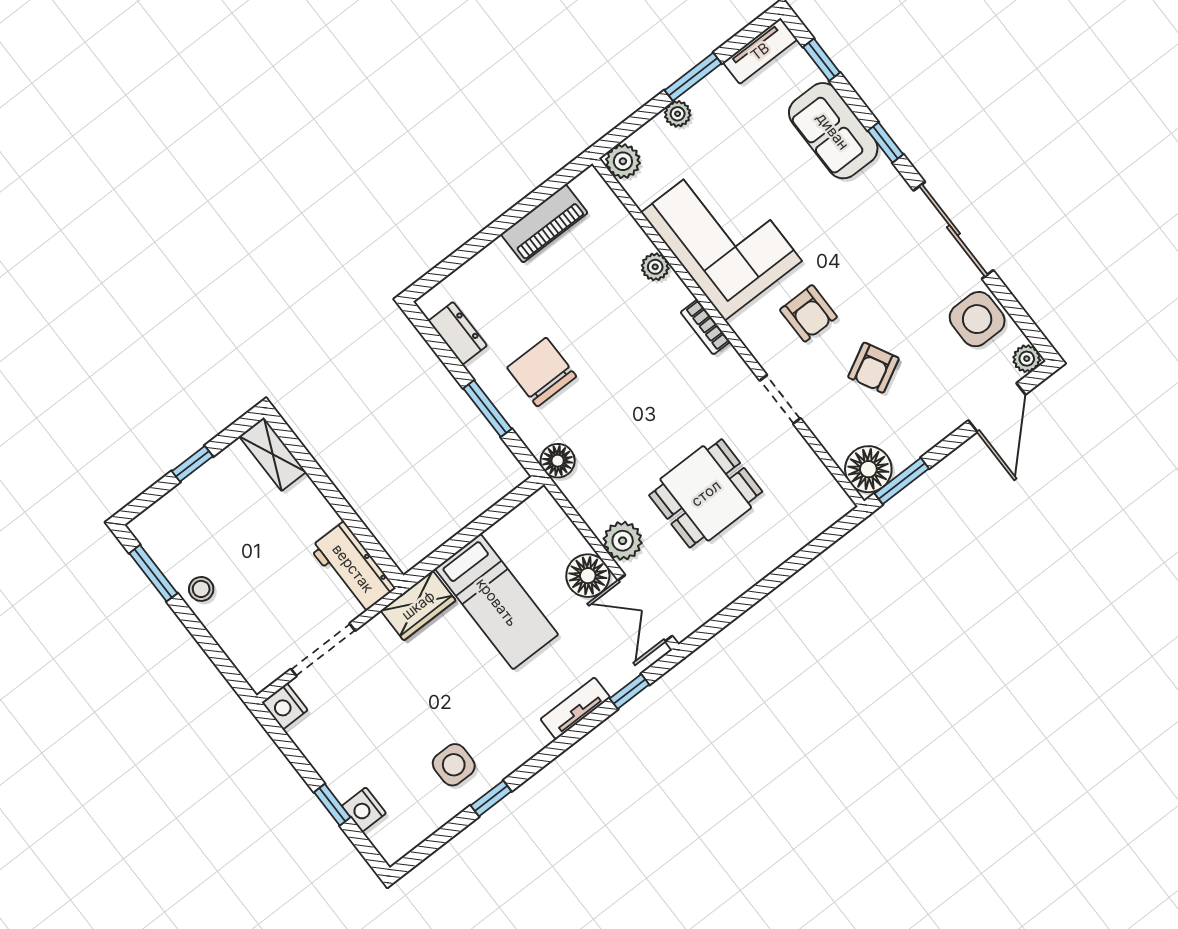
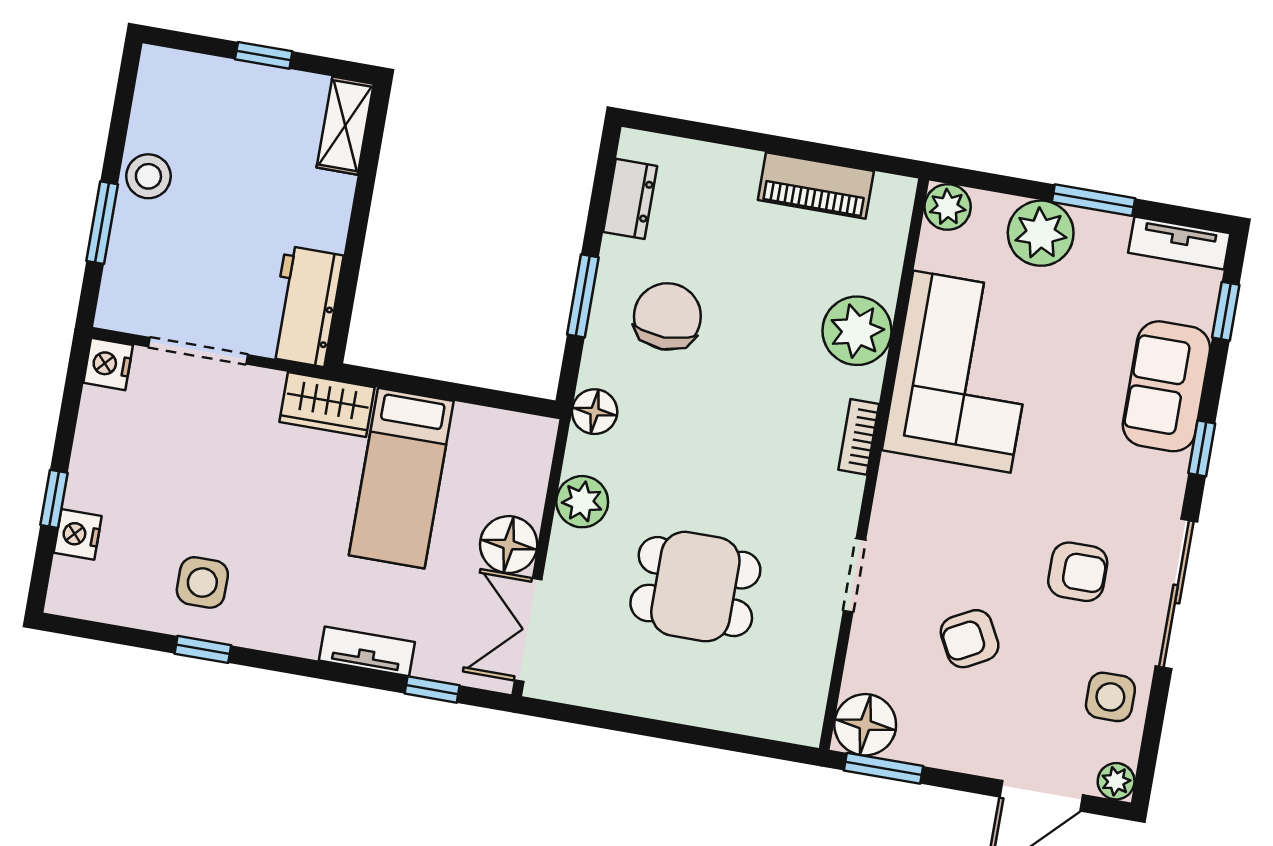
plant: (678, 114) -> (1041, 233), width x1.88, depth x1.88
plant: (655, 267) -> (857, 331), width x1.87, depth x1.87
armchair: (808, 313) -> (1078, 572), moved, turned -90
side table: (977, 319) -> (1110, 697), width x0.73, depth x0.73
plant: (623, 541) -> (582, 502), moved
window: (153, 573) -> (102, 223), moved
stool: (201, 589) -> (148, 176), width x1.37, depth x1.37

